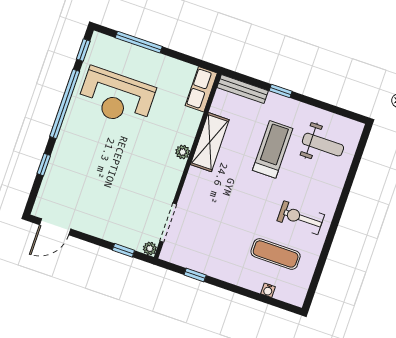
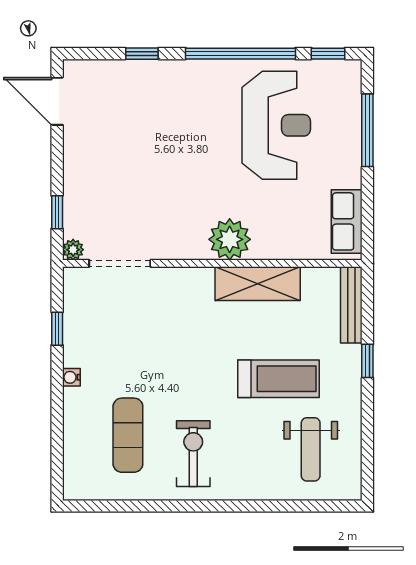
row of seats: (201, 89) -> (347, 221), moved, turned -90
reception desk: (116, 97) -> (276, 125), turned 180
plant: (183, 152) -> (230, 239), width x1.87, depth x1.87
water cooler: (268, 290) -> (71, 377), moved

